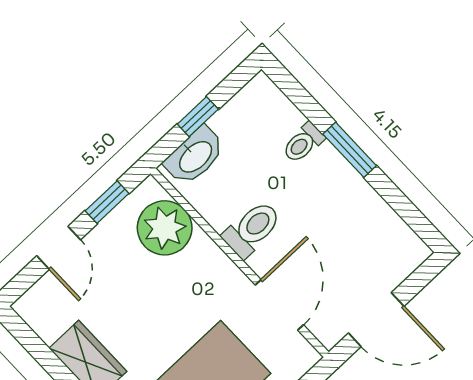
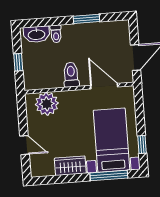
window: (350, 150) -> (86, 19), moved
washbasin: (195, 156) -> (36, 34), moved, turned 90
window: (107, 202) -> (22, 116), removed

